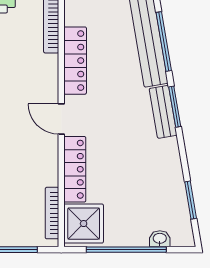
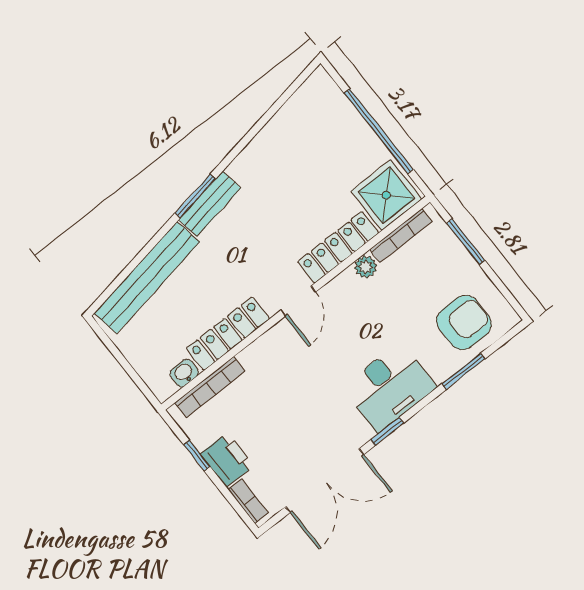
window: (164, 41) -> (138, 259), removed
plant: (50, 177) -> (366, 267), added
window: (191, 200) -> (277, 105), removed
washbasin: (160, 239) -> (184, 373), moved, turned 90

